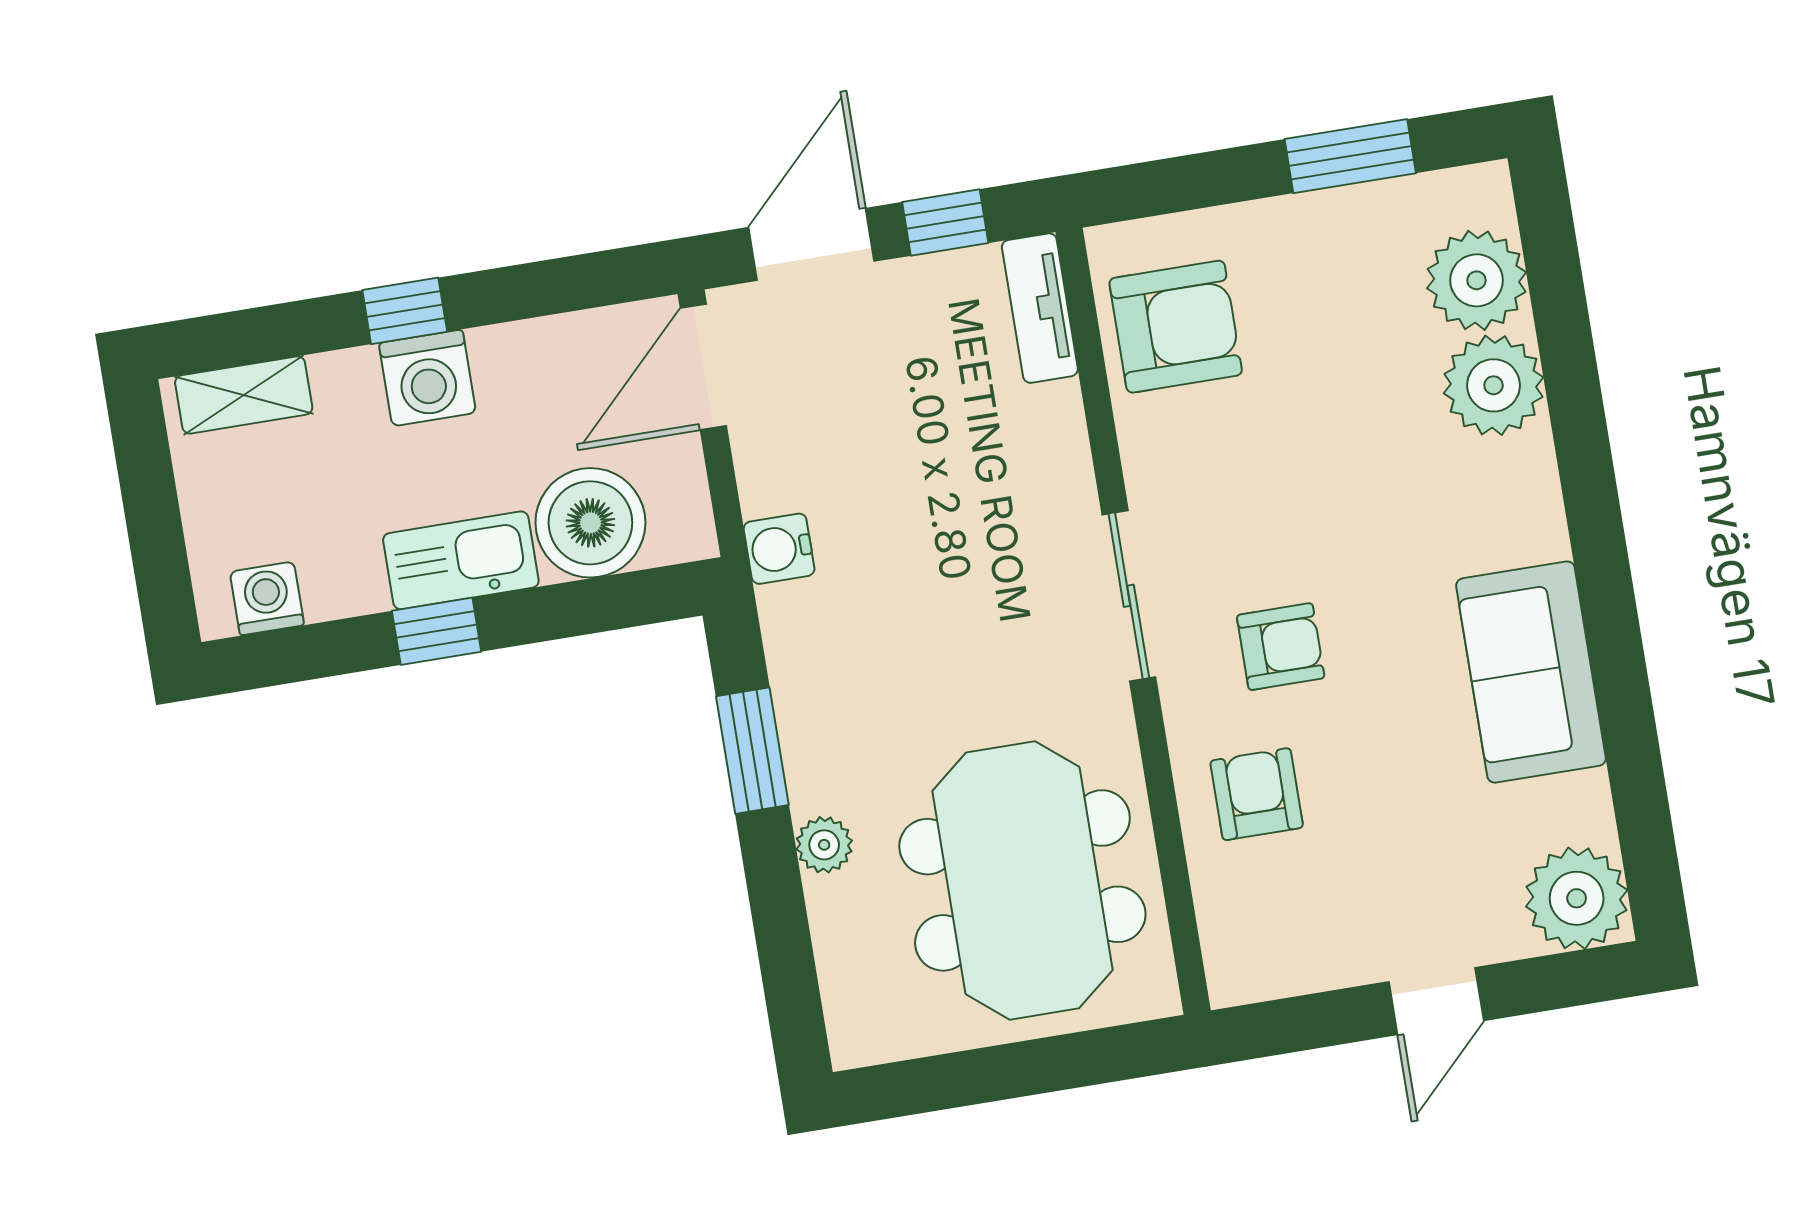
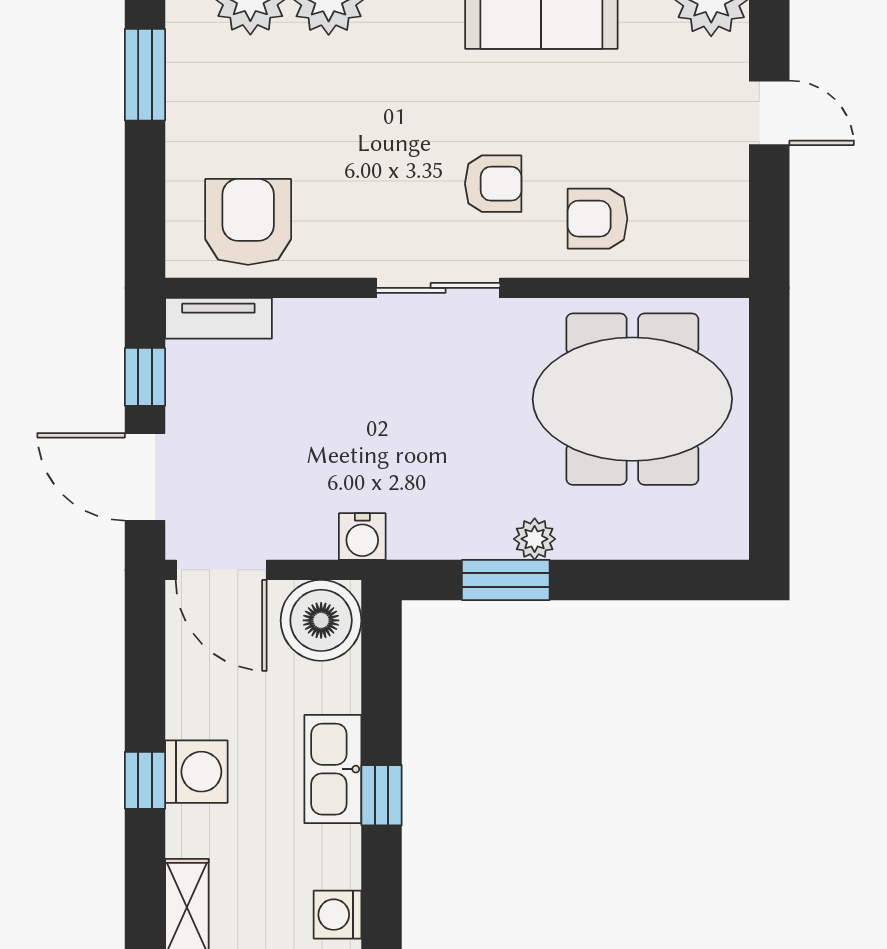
boiler: (590, 523) -> (321, 620), moved
armchair: (1281, 647) -> (493, 184), turned 90
plant: (824, 845) -> (535, 539), moved

